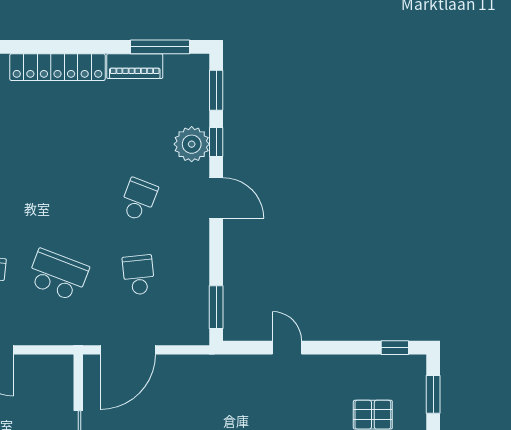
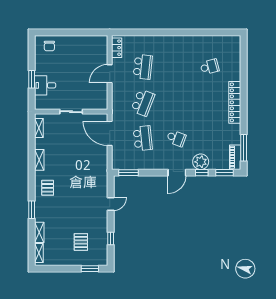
piano: (135, 66) -> (235, 157), moved
school desk: (139, 275) -> (143, 138), width x1.85
window: (395, 348) -> (111, 238), moved

